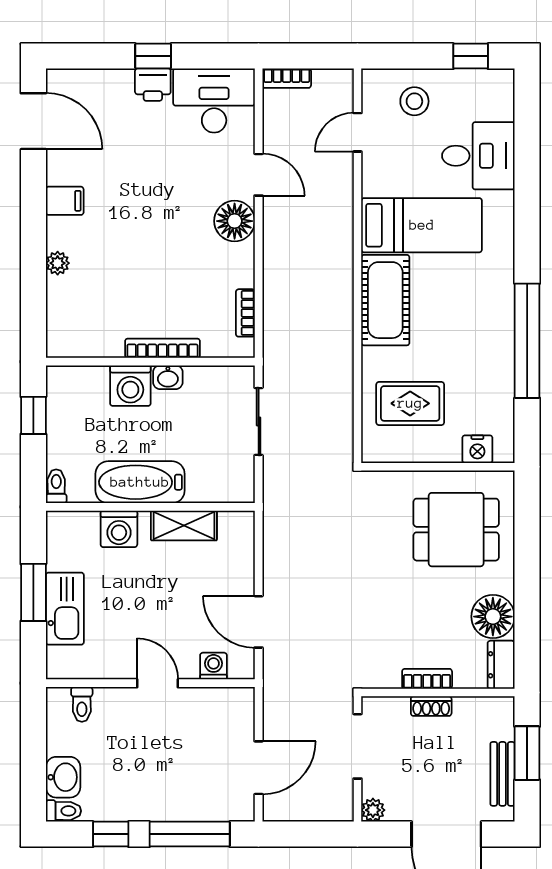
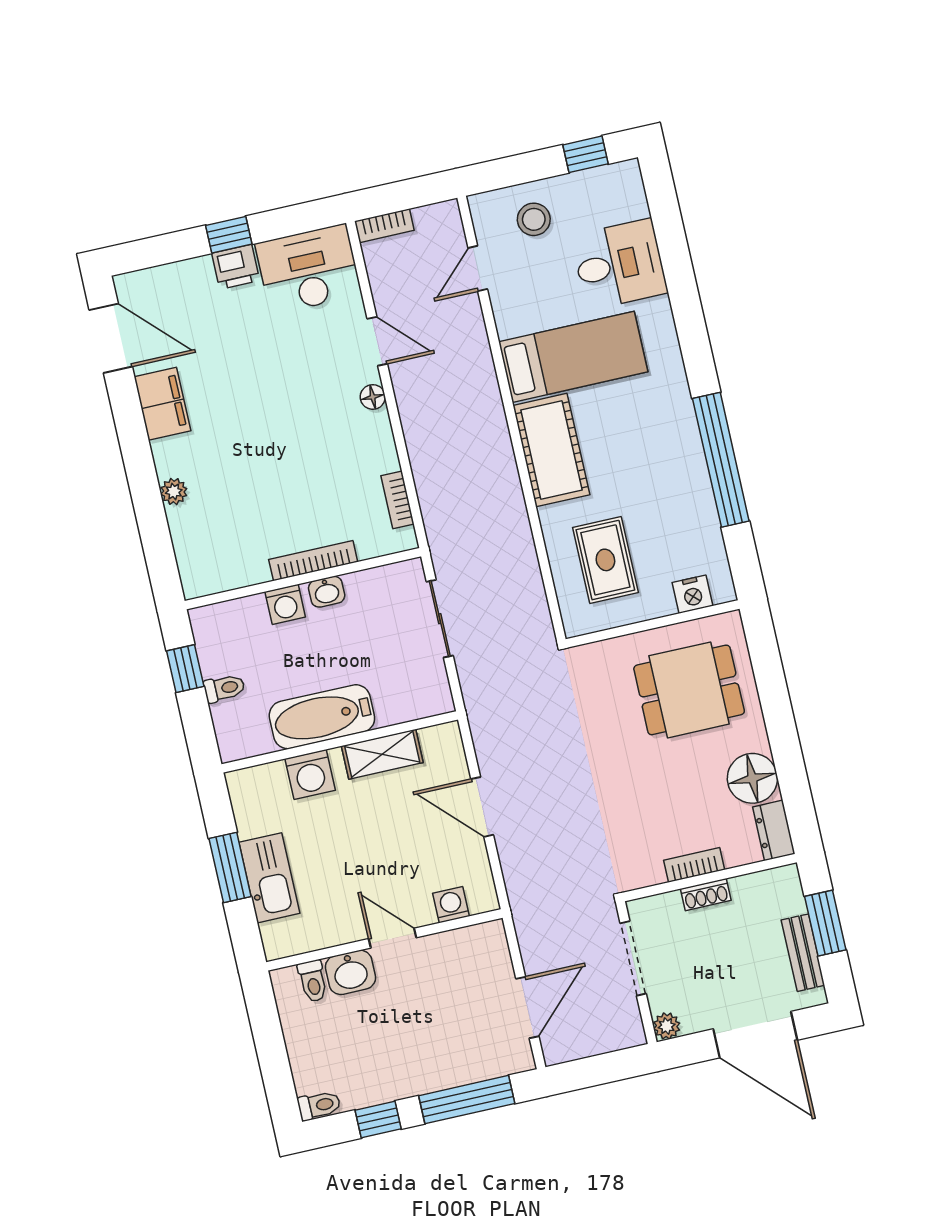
filing cabinet: (65, 201) -> (162, 404), width x2.00
floor lamp: (235, 221) -> (373, 397), width x0.53, depth x0.53
washing machine: (130, 386) -> (285, 604), width x0.73, depth x0.73
rug: (410, 403) -> (605, 560), turned 90
toilet: (56, 486) -> (224, 688), moved, turned 90
door: (259, 622) -> (482, 807), moved
washbasin: (63, 777) -> (350, 972), moved, turned 90

